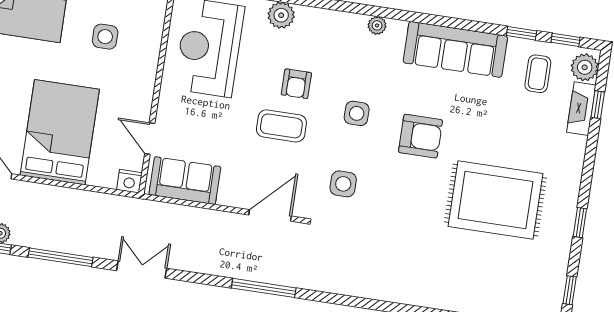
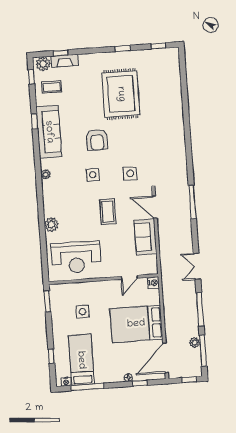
window: (522, 33) -> (35, 121), moved
armchair: (296, 84) -> (85, 209), removed
armchair: (420, 136) -> (97, 140), turned 180
sofa: (185, 181) -> (145, 237), moved

